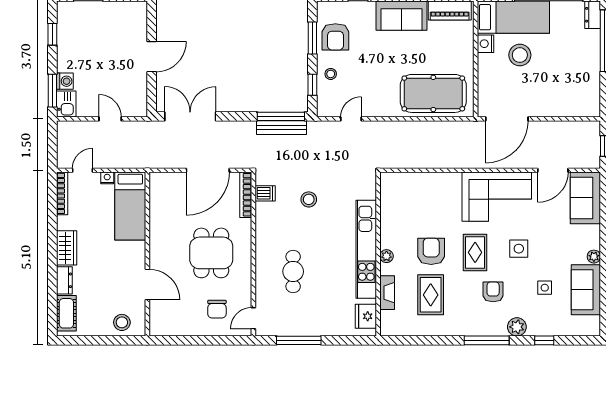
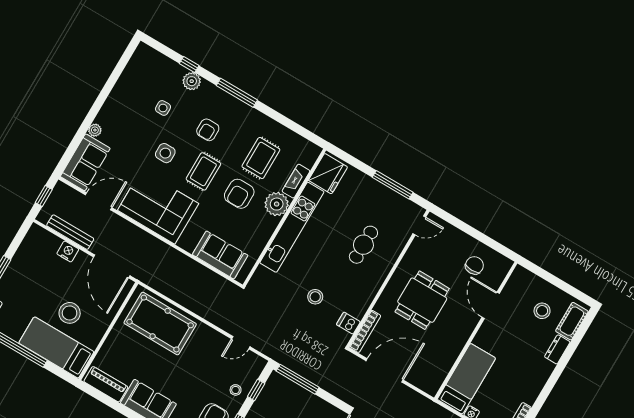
nightstand: (486, 44) -> (68, 251), moved, turned -90
door: (507, 119) -> (112, 266), swing flipped
bench: (282, 128) -> (70, 232), moved
wardrobe: (67, 248) -> (540, 375), removed
plant: (386, 256) -> (277, 204), width x1.87, depth x1.87
plant: (594, 257) -> (95, 130), moved
sofa: (586, 290) -> (220, 255), moved, turned -90
chair: (217, 309) -> (474, 265), moved
fridge: (366, 316) -> (328, 174), width x1.36, depth x1.34
stool: (122, 322) -> (542, 311), moved
plant: (517, 327) -> (192, 81), moved

